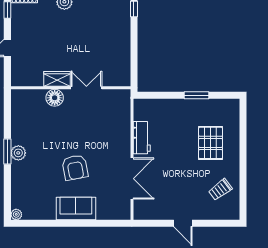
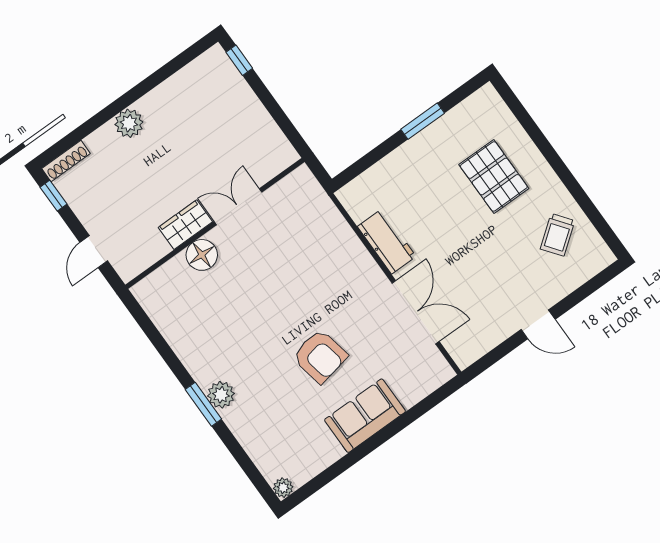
wardrobe: (57, 79) -> (185, 225), moved
wall: (71, 88) -> (215, 223), moved
double door: (86, 88) -> (238, 207), moved
floor lamp: (55, 98) -> (202, 255), moved

